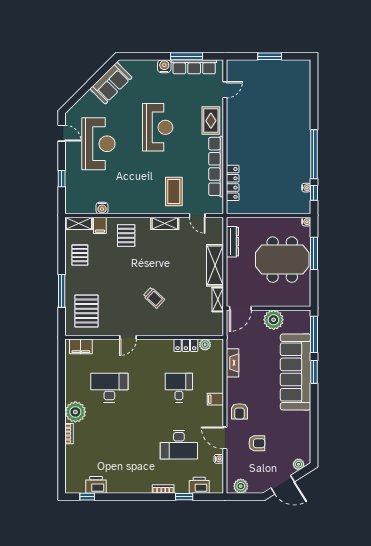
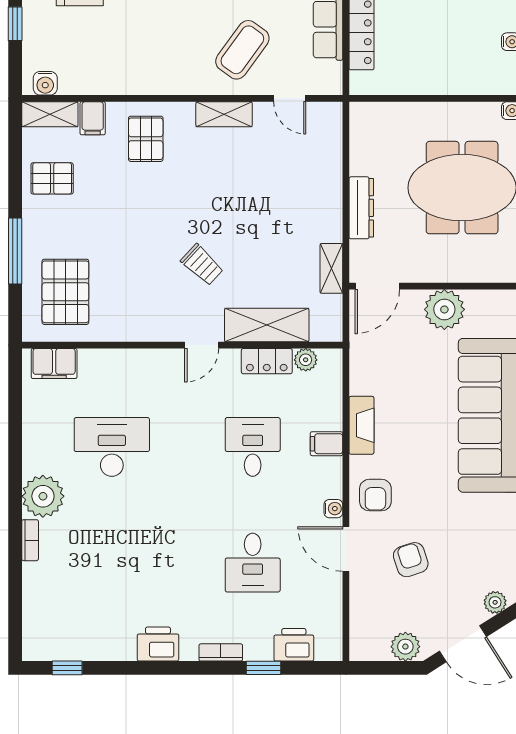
coffee table: (174, 192) -> (242, 50), turned 36
water cooler: (102, 208) -> (45, 83), moved
dresser: (232, 242) -> (361, 208), moved
pallet: (80, 255) -> (52, 178), turned 90
shelving: (215, 265) -> (267, 325), moved, turned 90
door: (128, 337) -> (202, 345), moved
fireplace: (233, 363) -> (361, 425), moved
filing cabinet: (215, 399) -> (327, 444), moved
armchair: (257, 443) -> (411, 560), turned -108
desk: (179, 445) -> (253, 563), width x0.73
water cooler: (219, 459) -> (333, 509), moved
printer: (96, 485) -> (158, 644), moved
plant: (241, 486) -> (405, 647), moved

